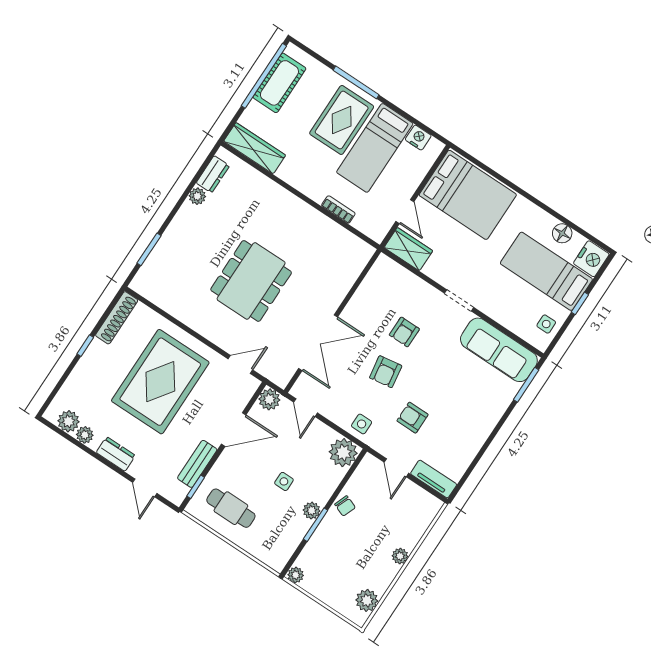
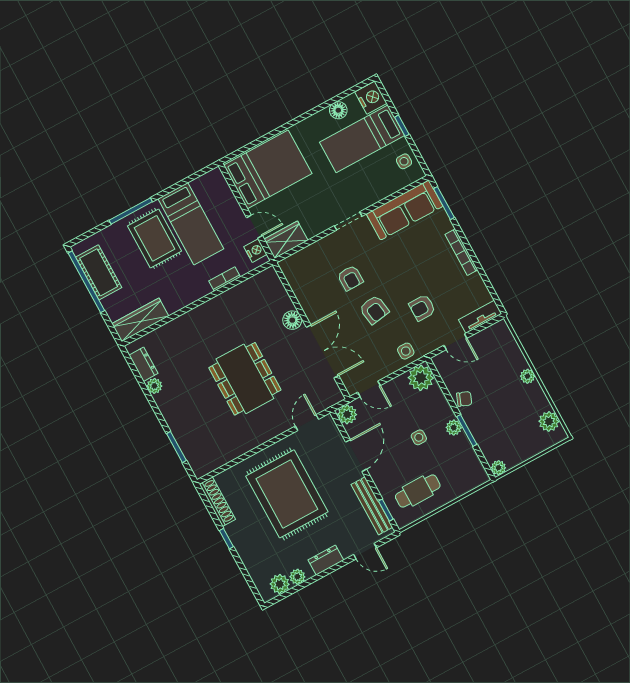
nightstand: (418, 138) -> (255, 251), moved, turned 90
floor lamp: (333, 297) -> (292, 320), added
bookcase: (487, 427) -> (461, 252), added
bench: (197, 464) -> (372, 506), width x1.36

